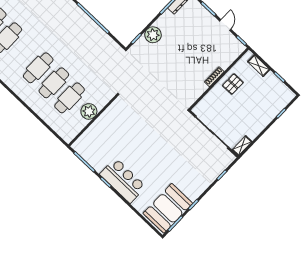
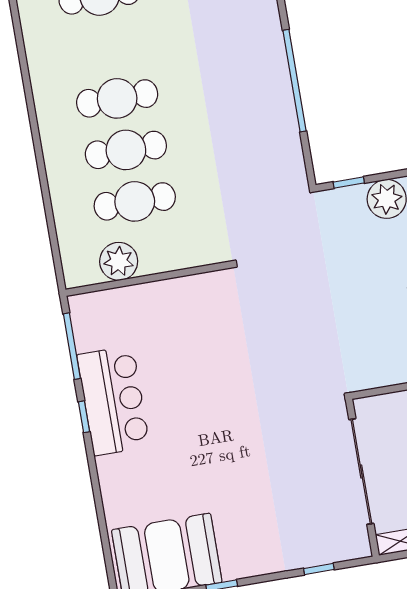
plant: (89, 111) -> (119, 261), moved
bar counter: (123, 180) -> (113, 401), moved

